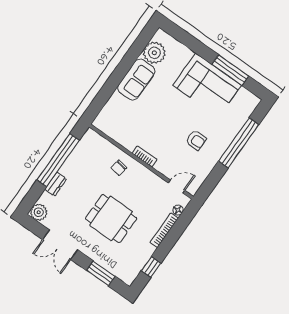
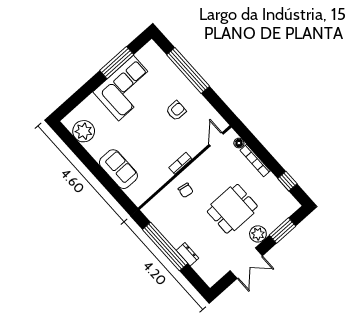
sofa: (136, 80) -> (118, 169), moved
plant: (39, 212) -> (258, 234), moved

